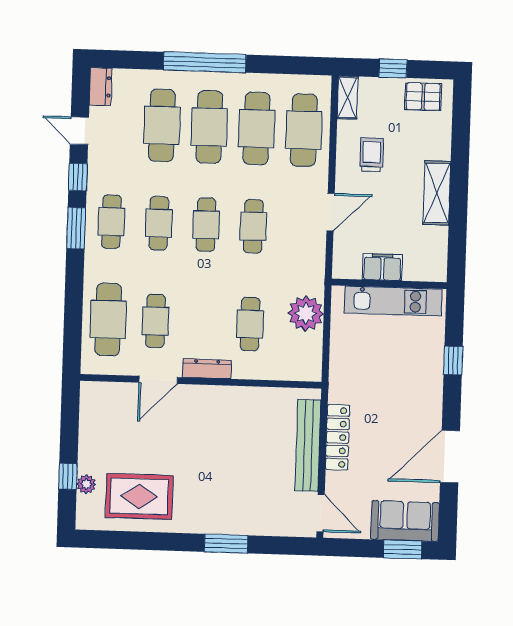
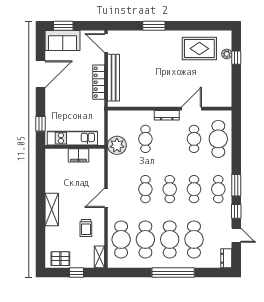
filing cabinet: (382, 267) -> (78, 155), moved
wall: (389, 284) -> (75, 147), moved
kitchen unit: (393, 301) -> (72, 138), moved

